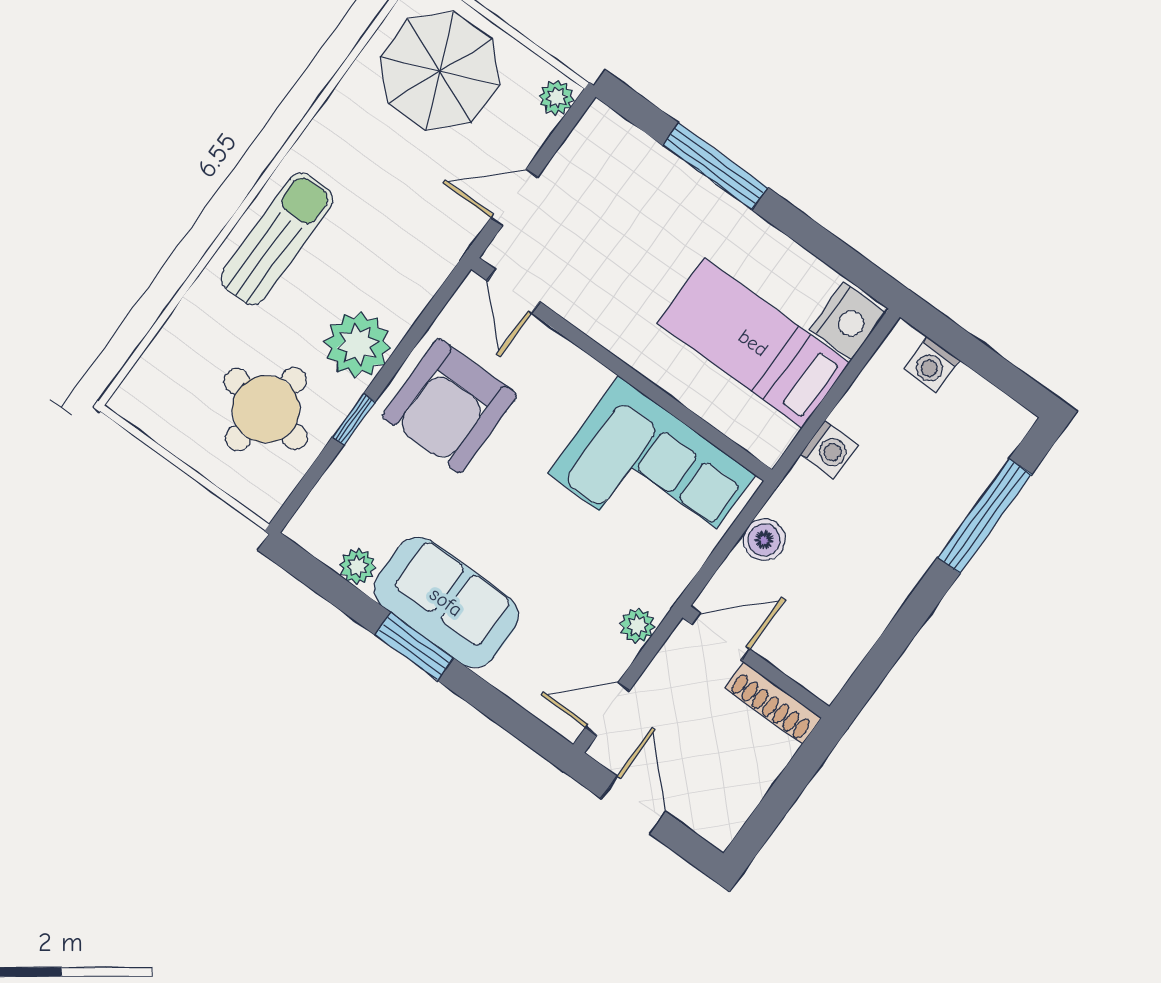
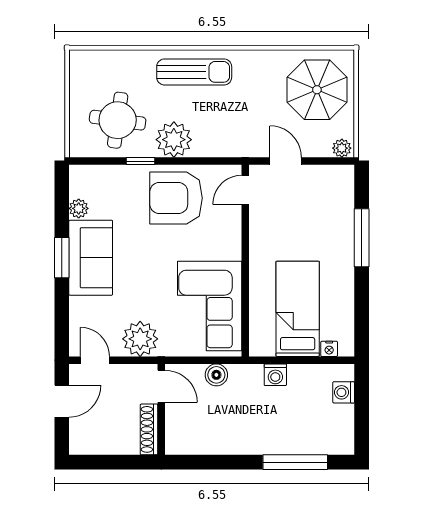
nightstand: (848, 321) -> (329, 349), width x0.53, depth x0.56
plant: (638, 626) -> (140, 339), width x1.88, depth x1.88

